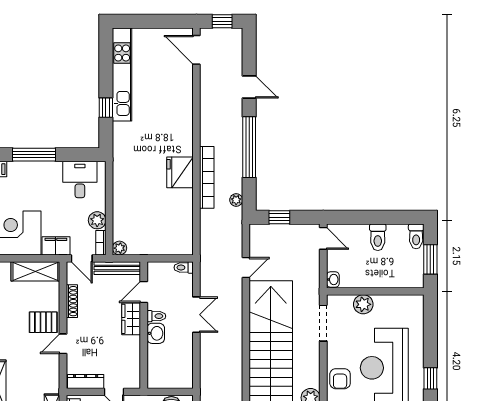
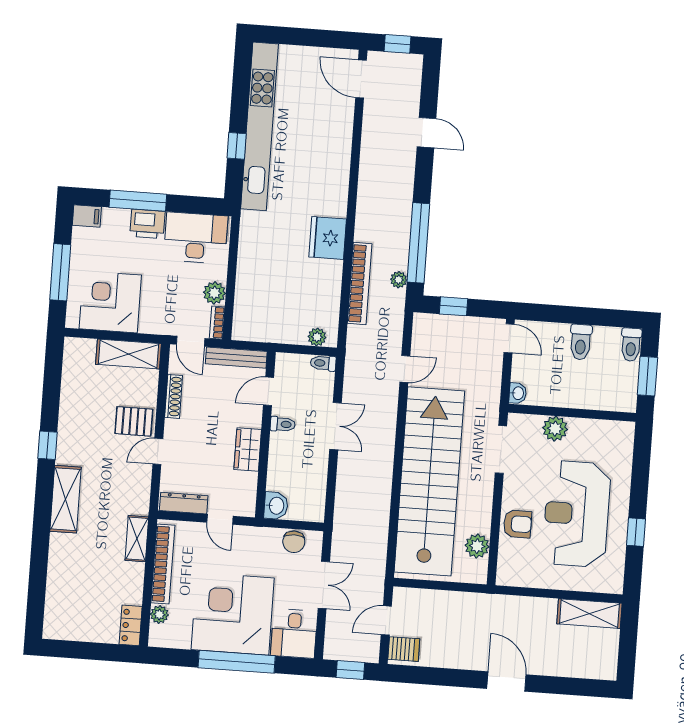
kitchen unit: (122, 75) -> (259, 126), width x1.36
window: (249, 147) -> (418, 243), moved
printer: (43, 172) -> (147, 224), added
bookcase: (207, 177) -> (360, 284), moved
desk: (80, 180) -> (196, 238), width x1.37
filing cabinet: (56, 246) -> (158, 322), removed
plant: (119, 248) -> (317, 337), moved
wardrobe: (131, 319) -> (248, 449), moved
washbasin: (156, 333) -> (276, 506), moved
armchair: (340, 379) -> (518, 524), turned -90

